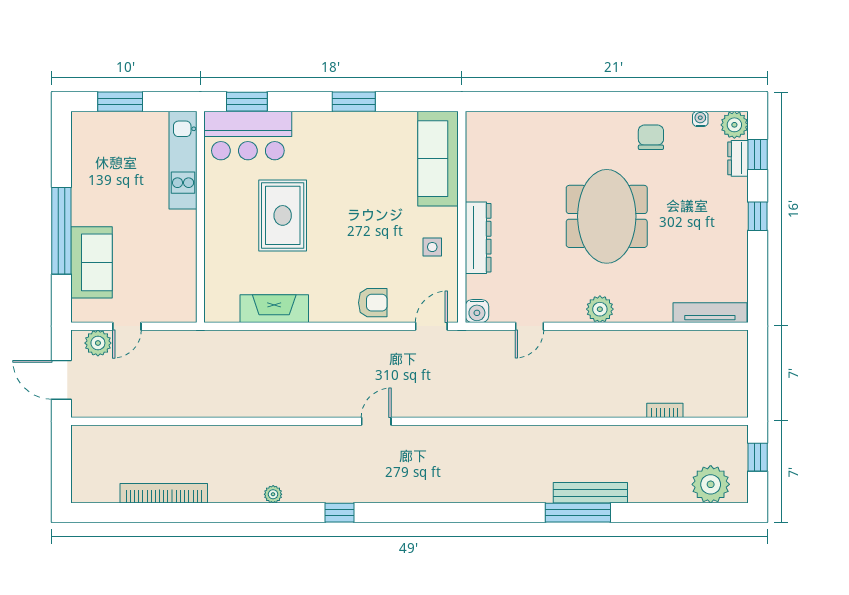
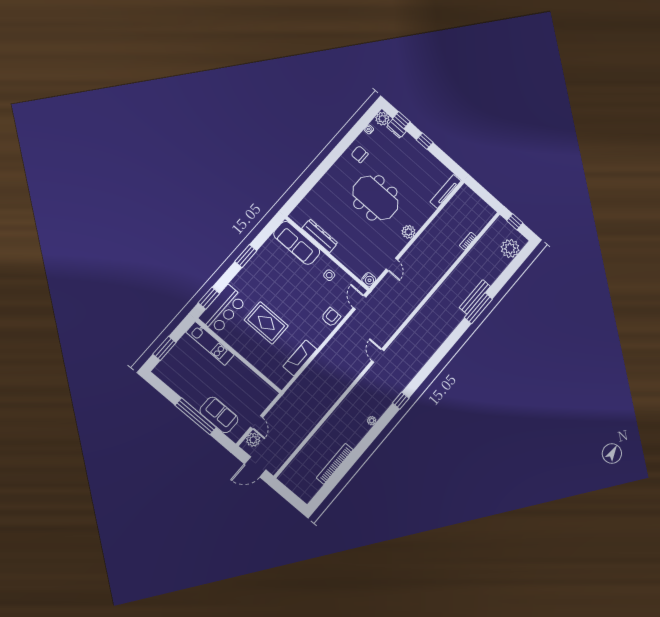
dresser: (478, 238) -> (320, 236), moved

